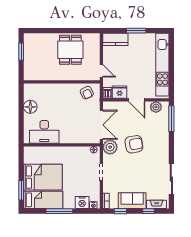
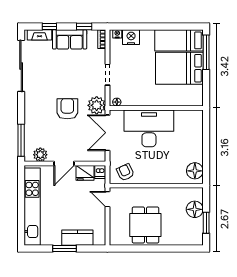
kitchen counter: (115, 39) -> (77, 238), moved
floor lamp: (30, 63) -> (195, 209), added
door: (137, 100) -> (64, 163), swing flipped
floor lamp: (30, 107) -> (195, 171), moved
desk: (44, 132) -> (149, 128), moved, width x1.36, depth x1.30
armchair: (134, 144) -> (67, 109), turned 100
sliding door: (171, 179) -> (21, 66), width x1.36
window: (21, 190) -> (206, 52), width x1.44
window: (59, 211) -> (159, 27), removed

